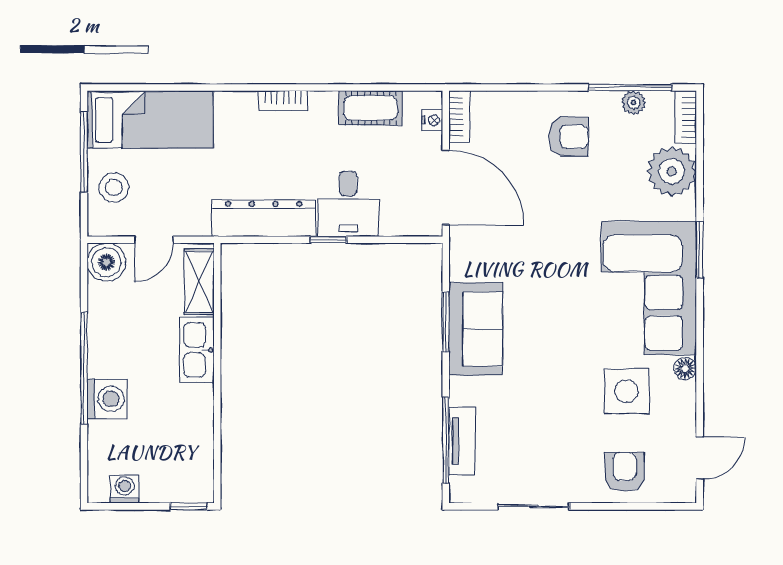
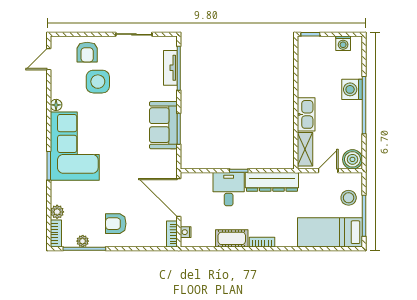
cot: (371, 108) -> (232, 238), moved
plant: (672, 171) -> (57, 212), width x0.53, depth x0.53
side table: (627, 391) -> (98, 82), moved

